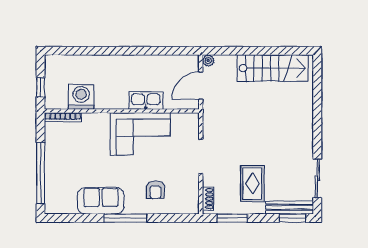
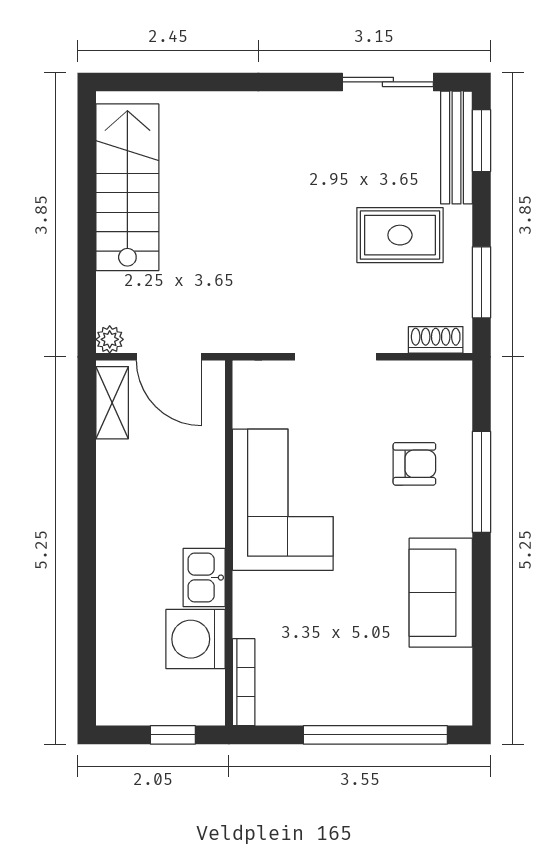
shelving: (181, 62) -> (112, 403), added
kitchen sink: (146, 101) -> (204, 578), moved, width x0.73
window: (125, 218) -> (481, 482), moved

